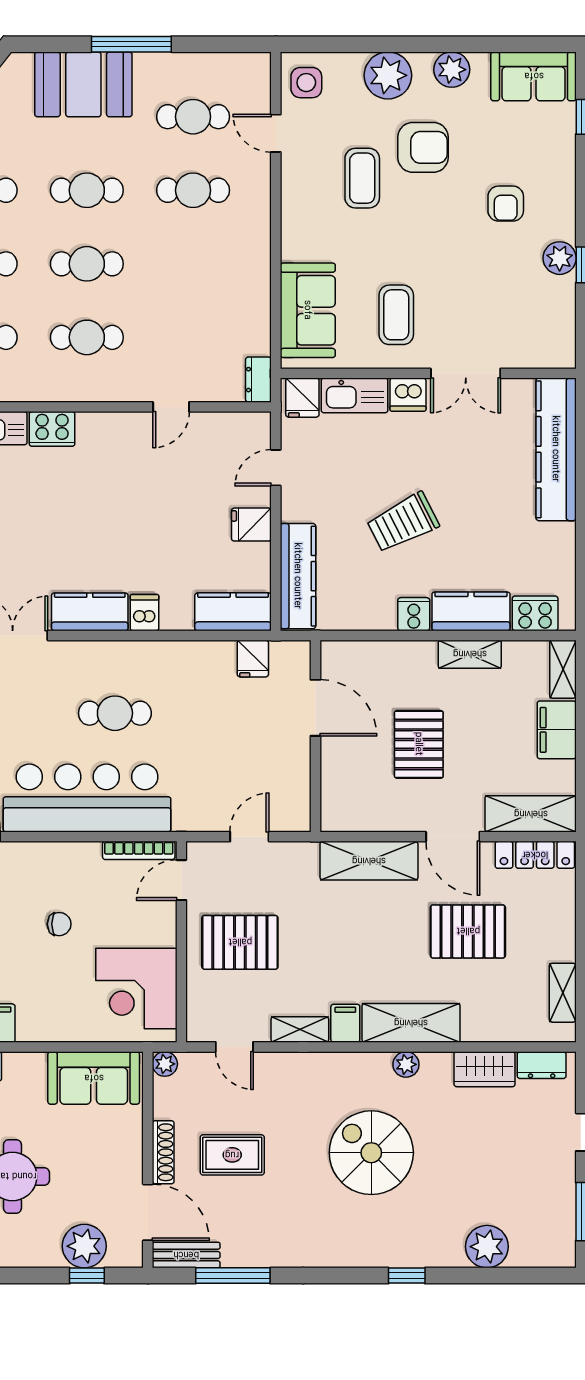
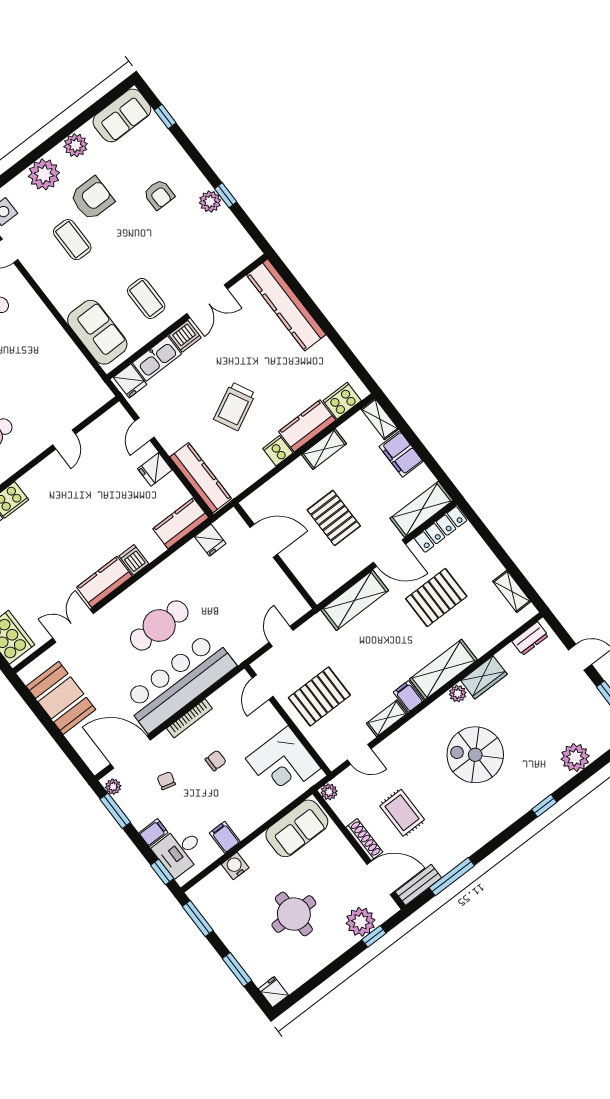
dresser: (258, 380) -> (99, 389), removed
cafe table: (115, 713) -> (159, 626), width x1.37, depth x1.35
bookcase: (139, 850) -> (189, 718), moved
wardrobe: (485, 1069) -> (484, 677), moved
rug: (232, 1155) -> (402, 813), turned 90

